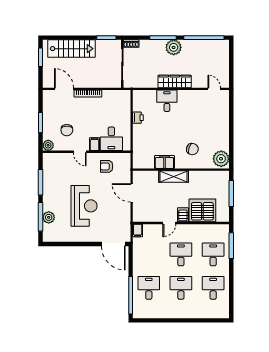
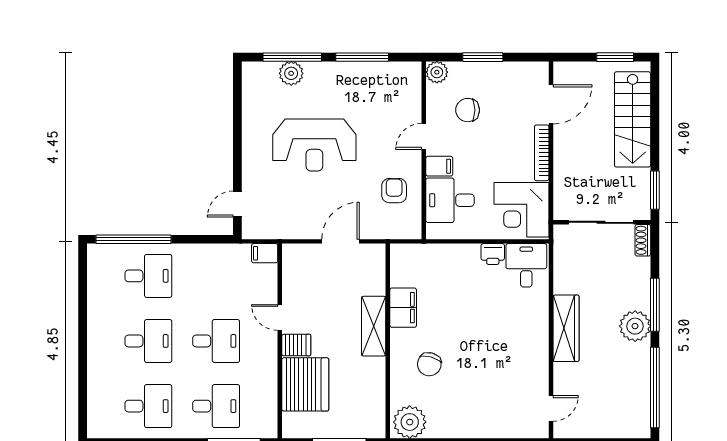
desk: (167, 101) -> (526, 265), moved, turned -90
corner desk: (116, 104) -> (521, 210), added
door: (113, 244) -> (237, 204), width x0.53

